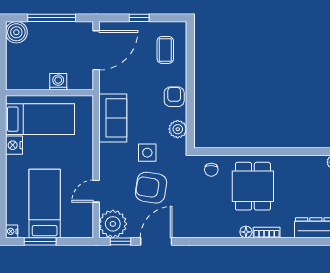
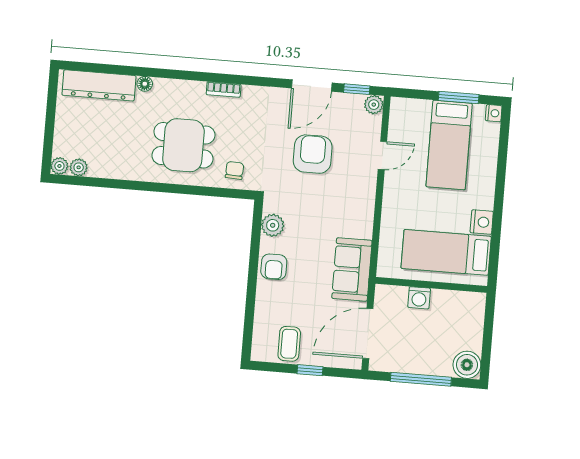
coffee table: (165, 50) -> (289, 344), moved
sofa: (113, 118) -> (352, 269), moved
side table: (147, 153) -> (314, 199), removed
dining table: (253, 186) -> (183, 145), turned 90
armchair: (151, 188) -> (313, 154), turned -99
plant: (113, 224) -> (374, 105), width x0.53, depth x0.53
floor lamp: (246, 232) -> (145, 84), moved
bookcase: (267, 233) -> (224, 89), moved

